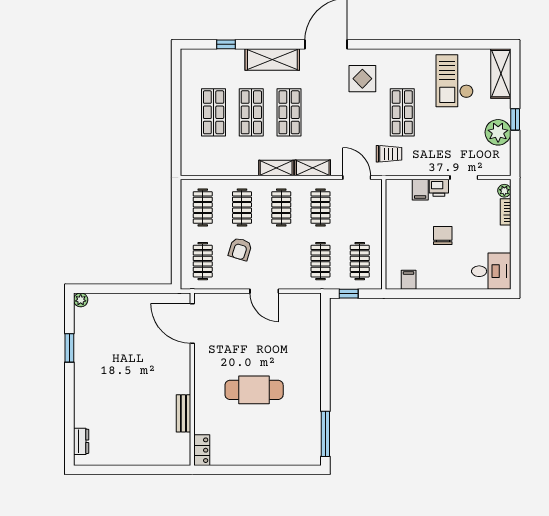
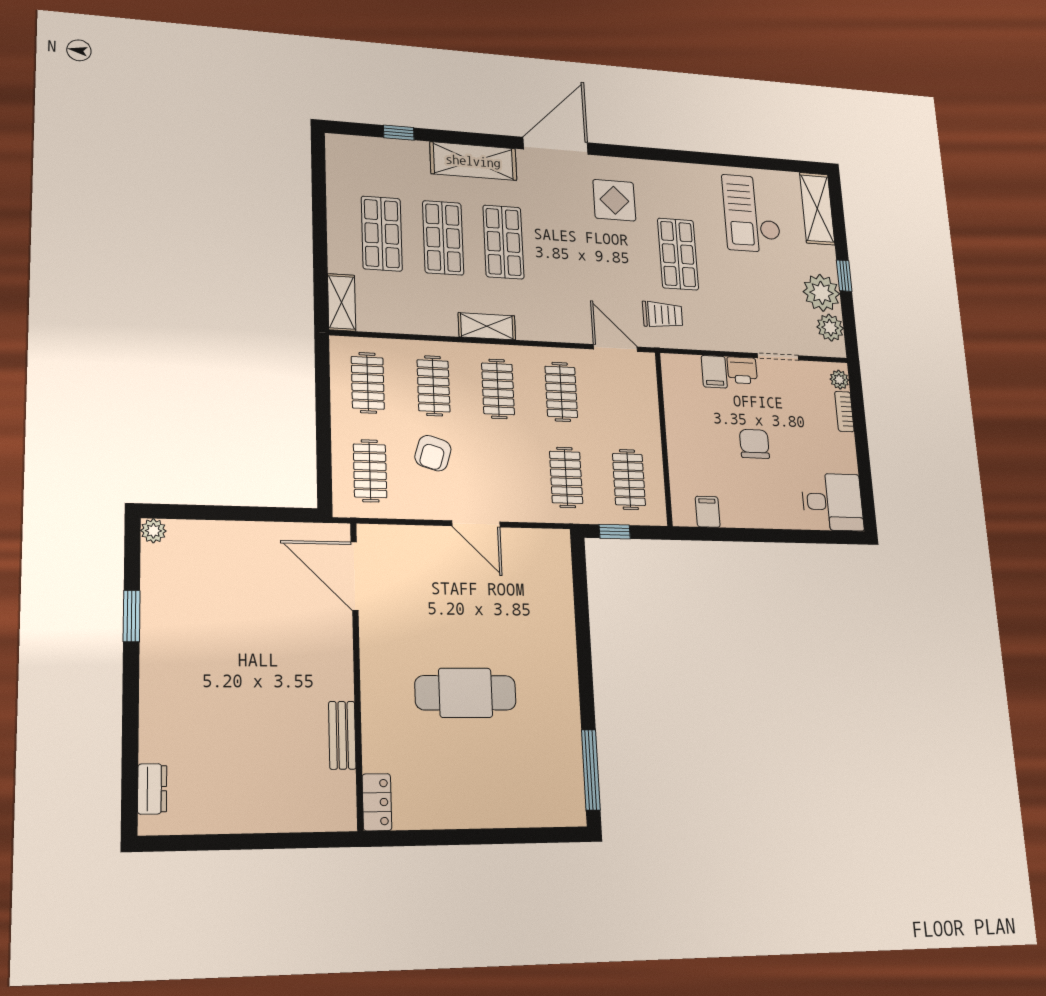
plant: (502, 156) -> (830, 328), added
shelving: (313, 168) -> (342, 302), moved, turned 90

